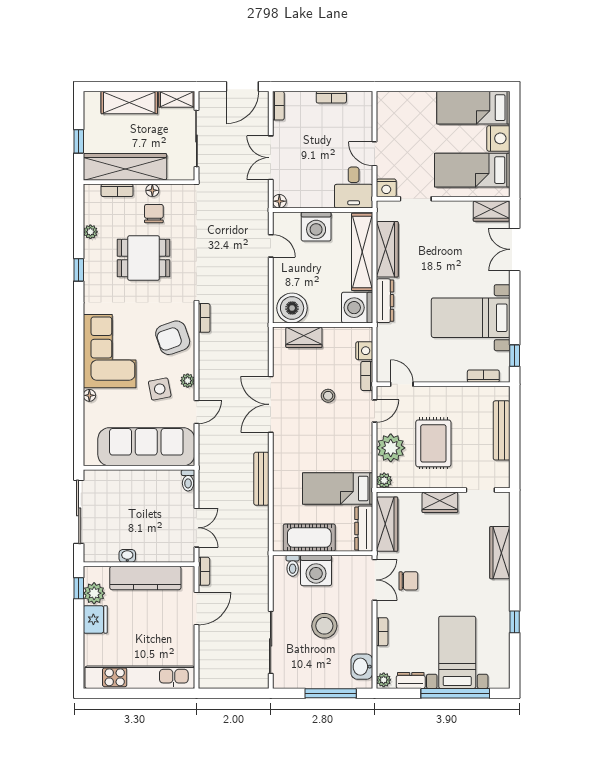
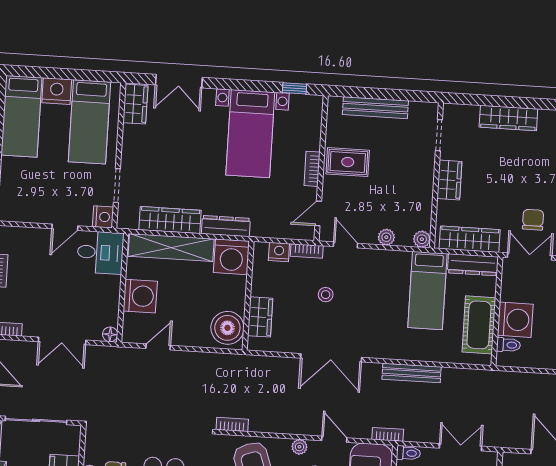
bookcase: (483, 376) -> (312, 169), moved
rug: (433, 443) -> (348, 162), moved, width x0.73, depth x0.70
plant: (391, 448) -> (386, 237), width x0.53, depth x0.53
bookcase: (204, 571) -> (388, 434), moved

